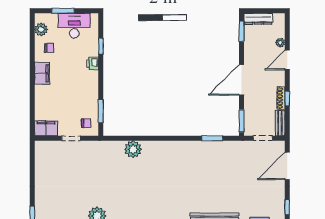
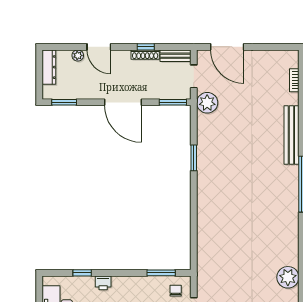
dresser: (258, 19) -> (49, 67), moved
window: (212, 138) -> (194, 158), moved
plant: (133, 149) -> (207, 103), moved
window: (287, 207) -> (277, 47), removed

